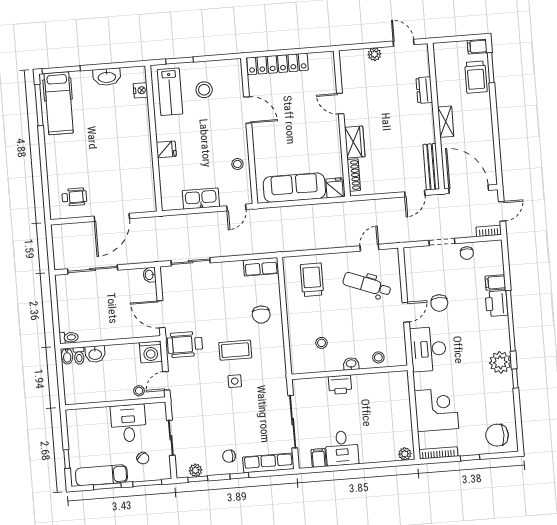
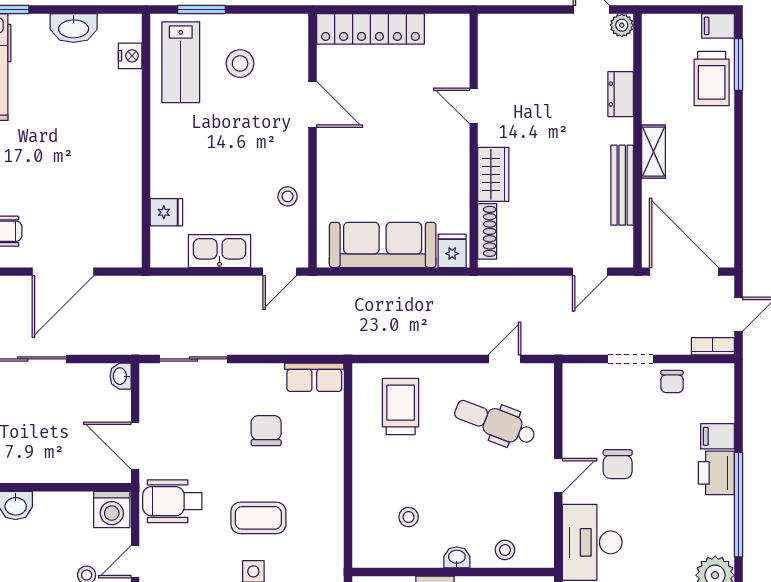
plant: (374, 54) -> (622, 25), moved
fridge: (166, 149) -> (166, 212), moved
bench: (431, 167) -> (622, 185), moved
chair: (261, 315) -> (266, 431), moved, turned 180

